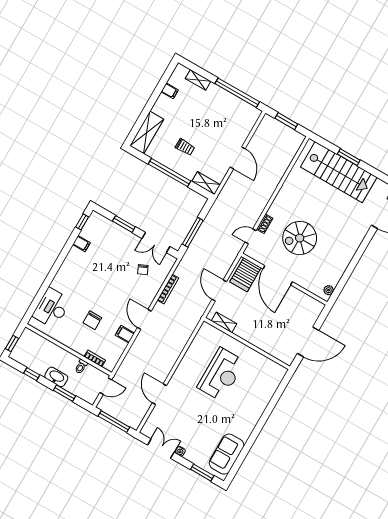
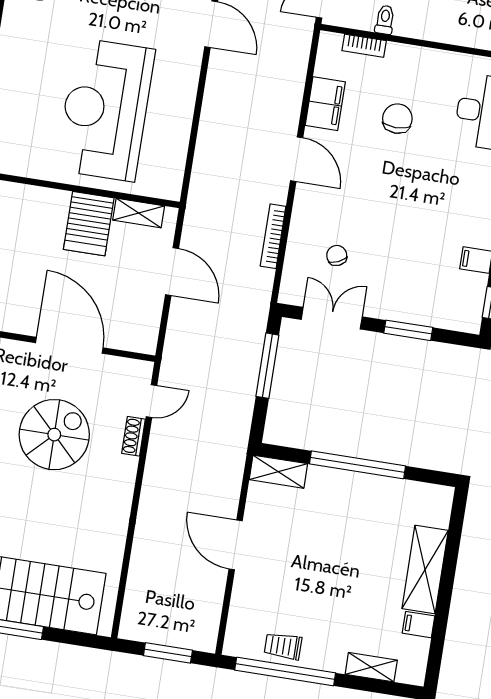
shelving: (147, 132) -> (425, 570), moved
trolley: (185, 147) -> (283, 646), moved
server rack: (245, 275) -> (89, 224), moved, turned 180
filing cabinet: (125, 334) -> (325, 104), width x2.00
reception desk: (221, 374) -> (105, 110), width x1.36, depth x1.30

